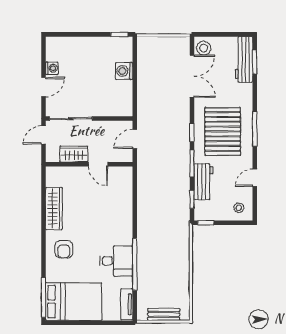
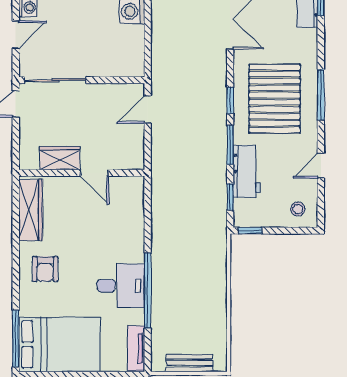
wardrobe: (74, 154) -> (60, 158), moved
wall: (89, 164) -> (82, 173), moved
door: (98, 164) -> (95, 173), moved

